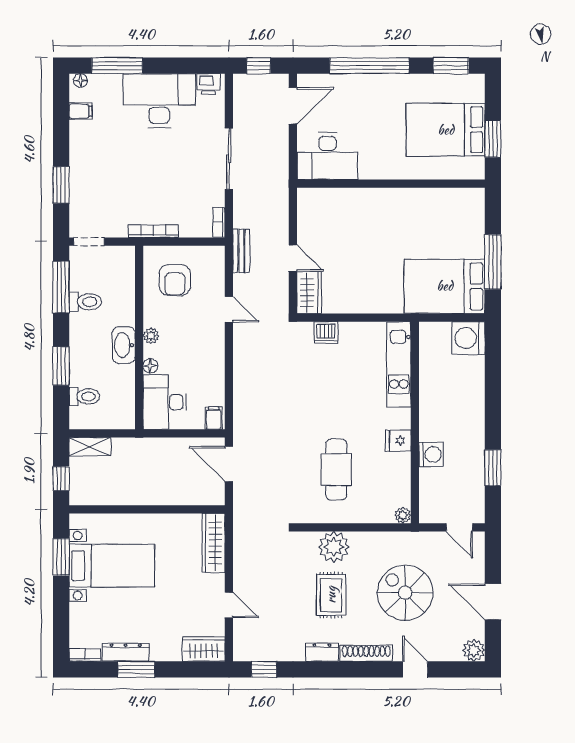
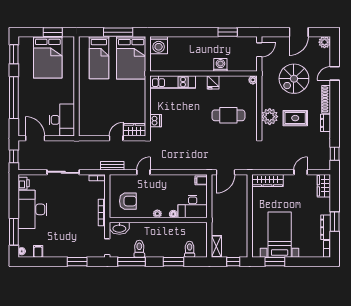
bed: (445, 226) -> (99, 58), added
washbasin: (124, 345) -> (119, 228), moved

